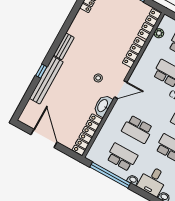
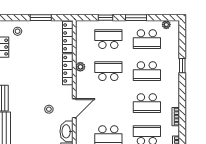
plant: (159, 33) -> (80, 67), moved

